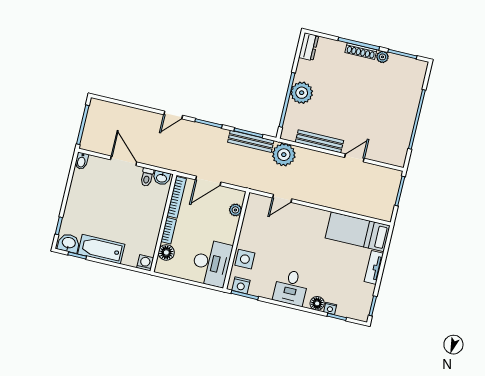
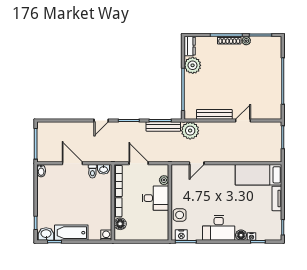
plant: (302, 93) -> (193, 65), moved
door: (208, 181) -> (139, 163), swing flipped
desk: (211, 263) -> (155, 198), moved, width x0.73
desk: (291, 287) -> (219, 228), width x1.37

